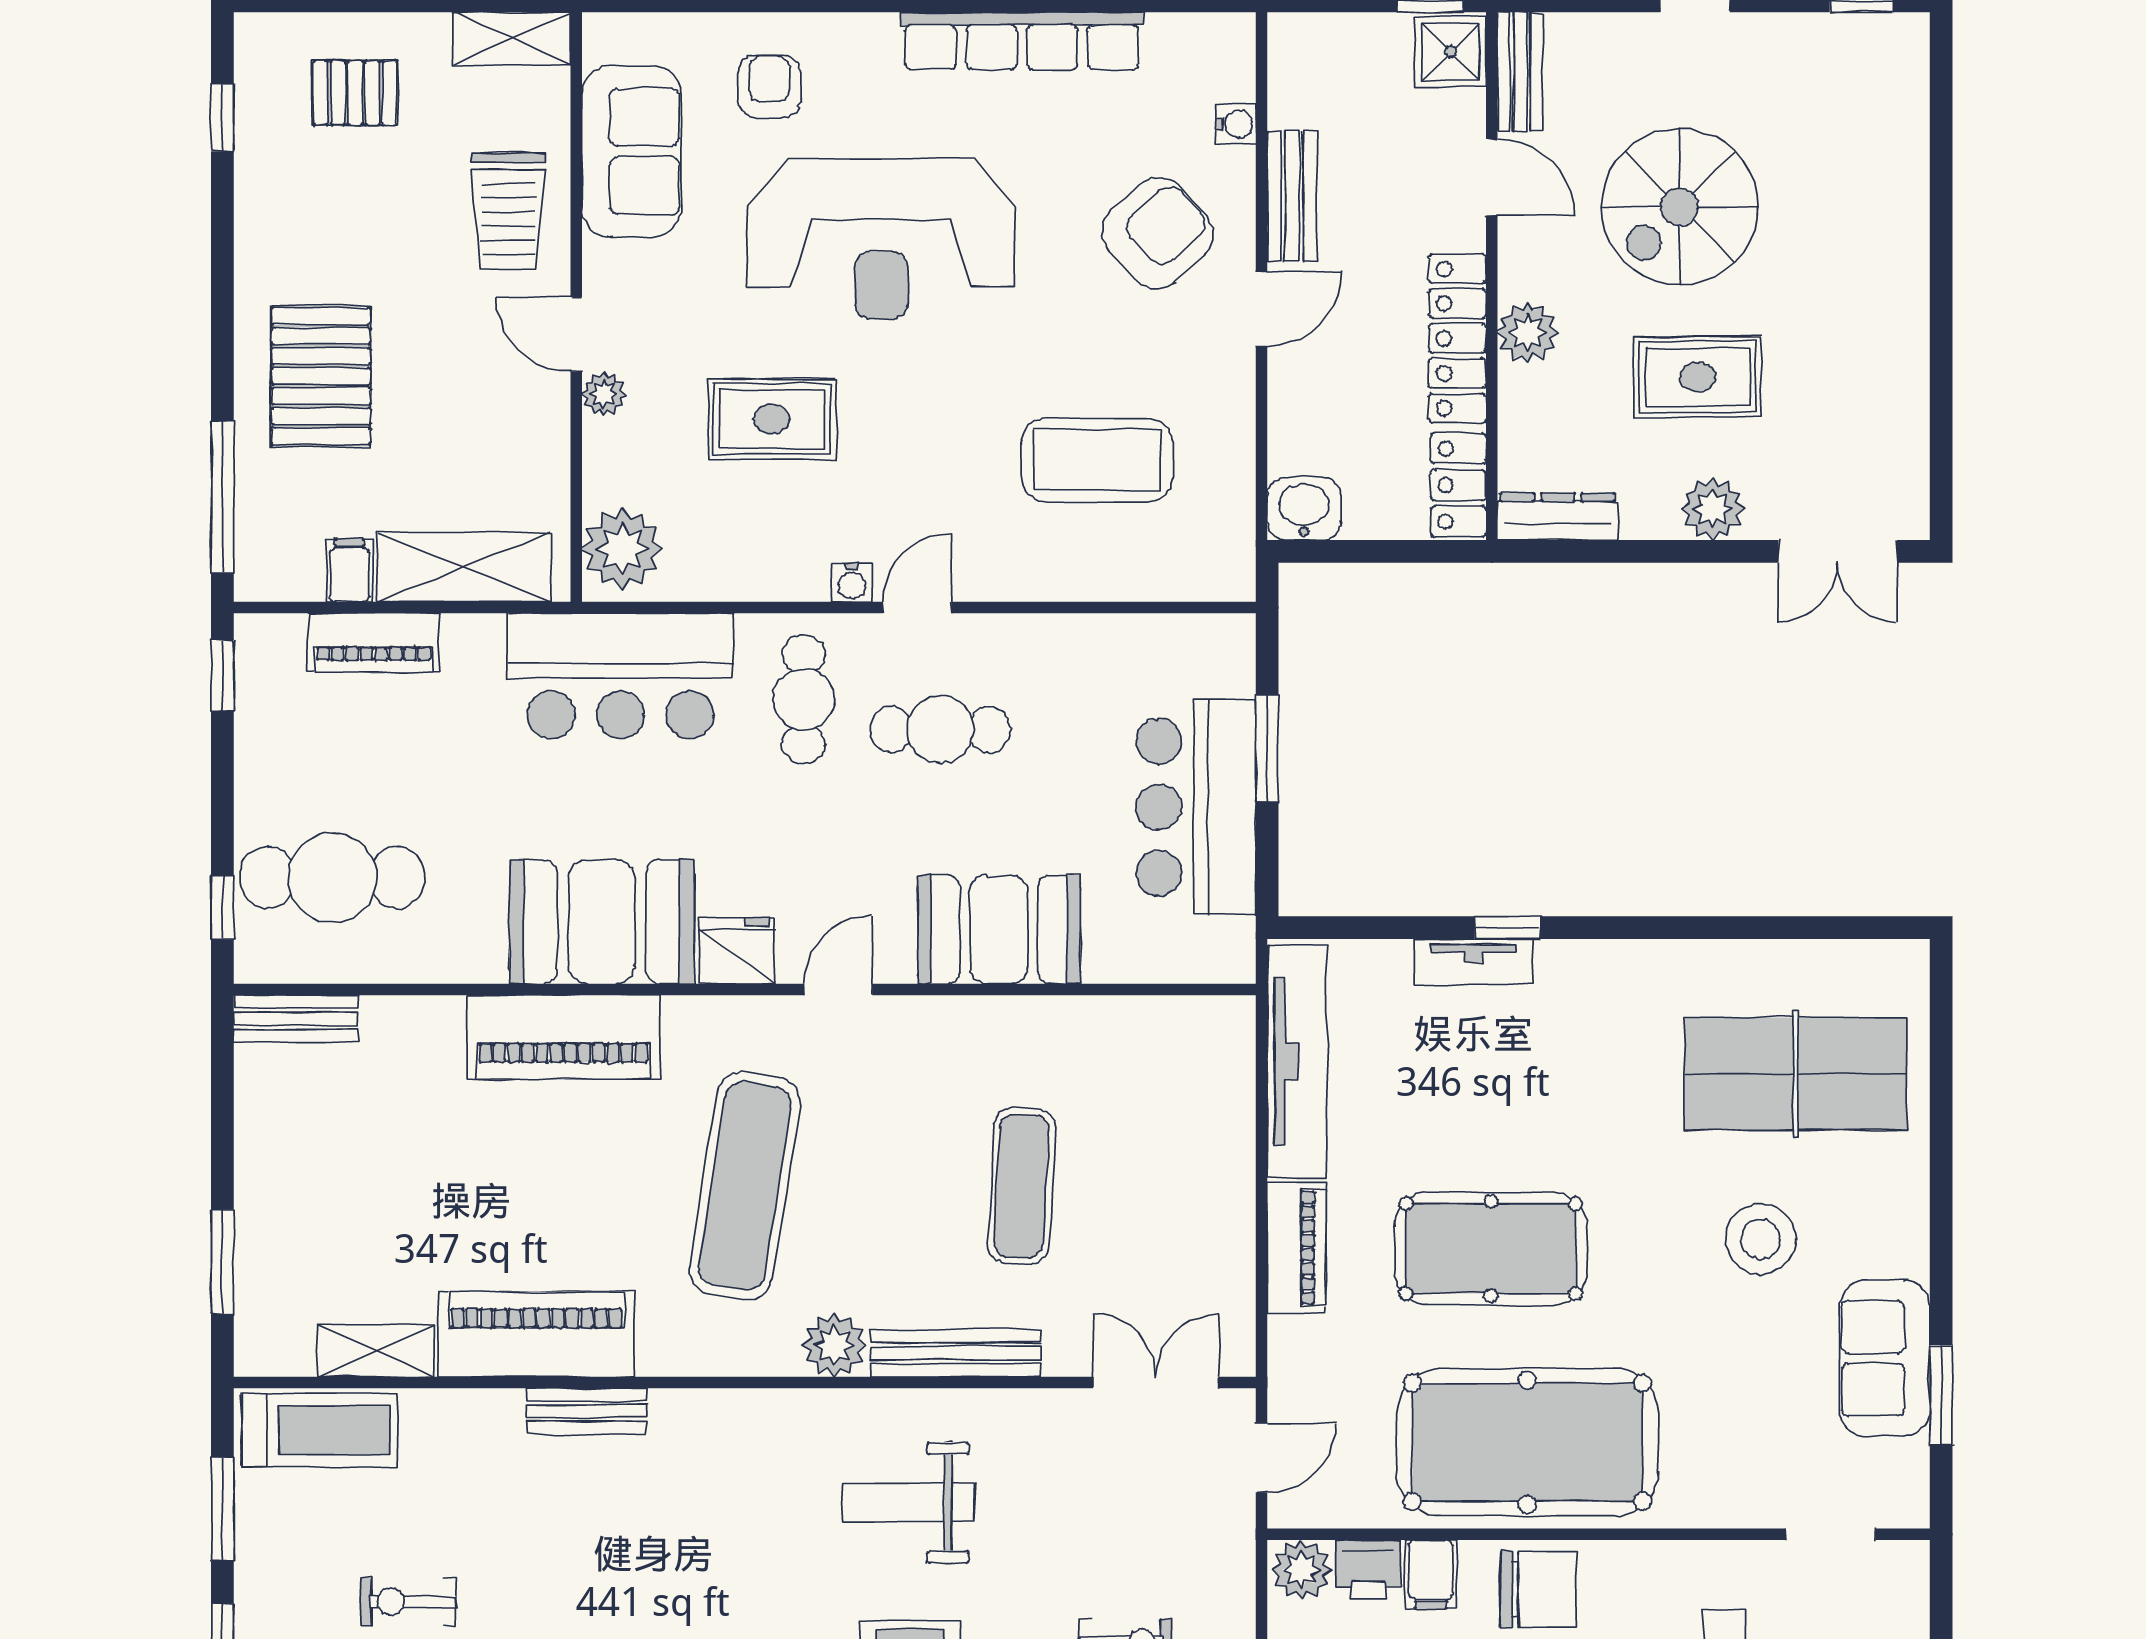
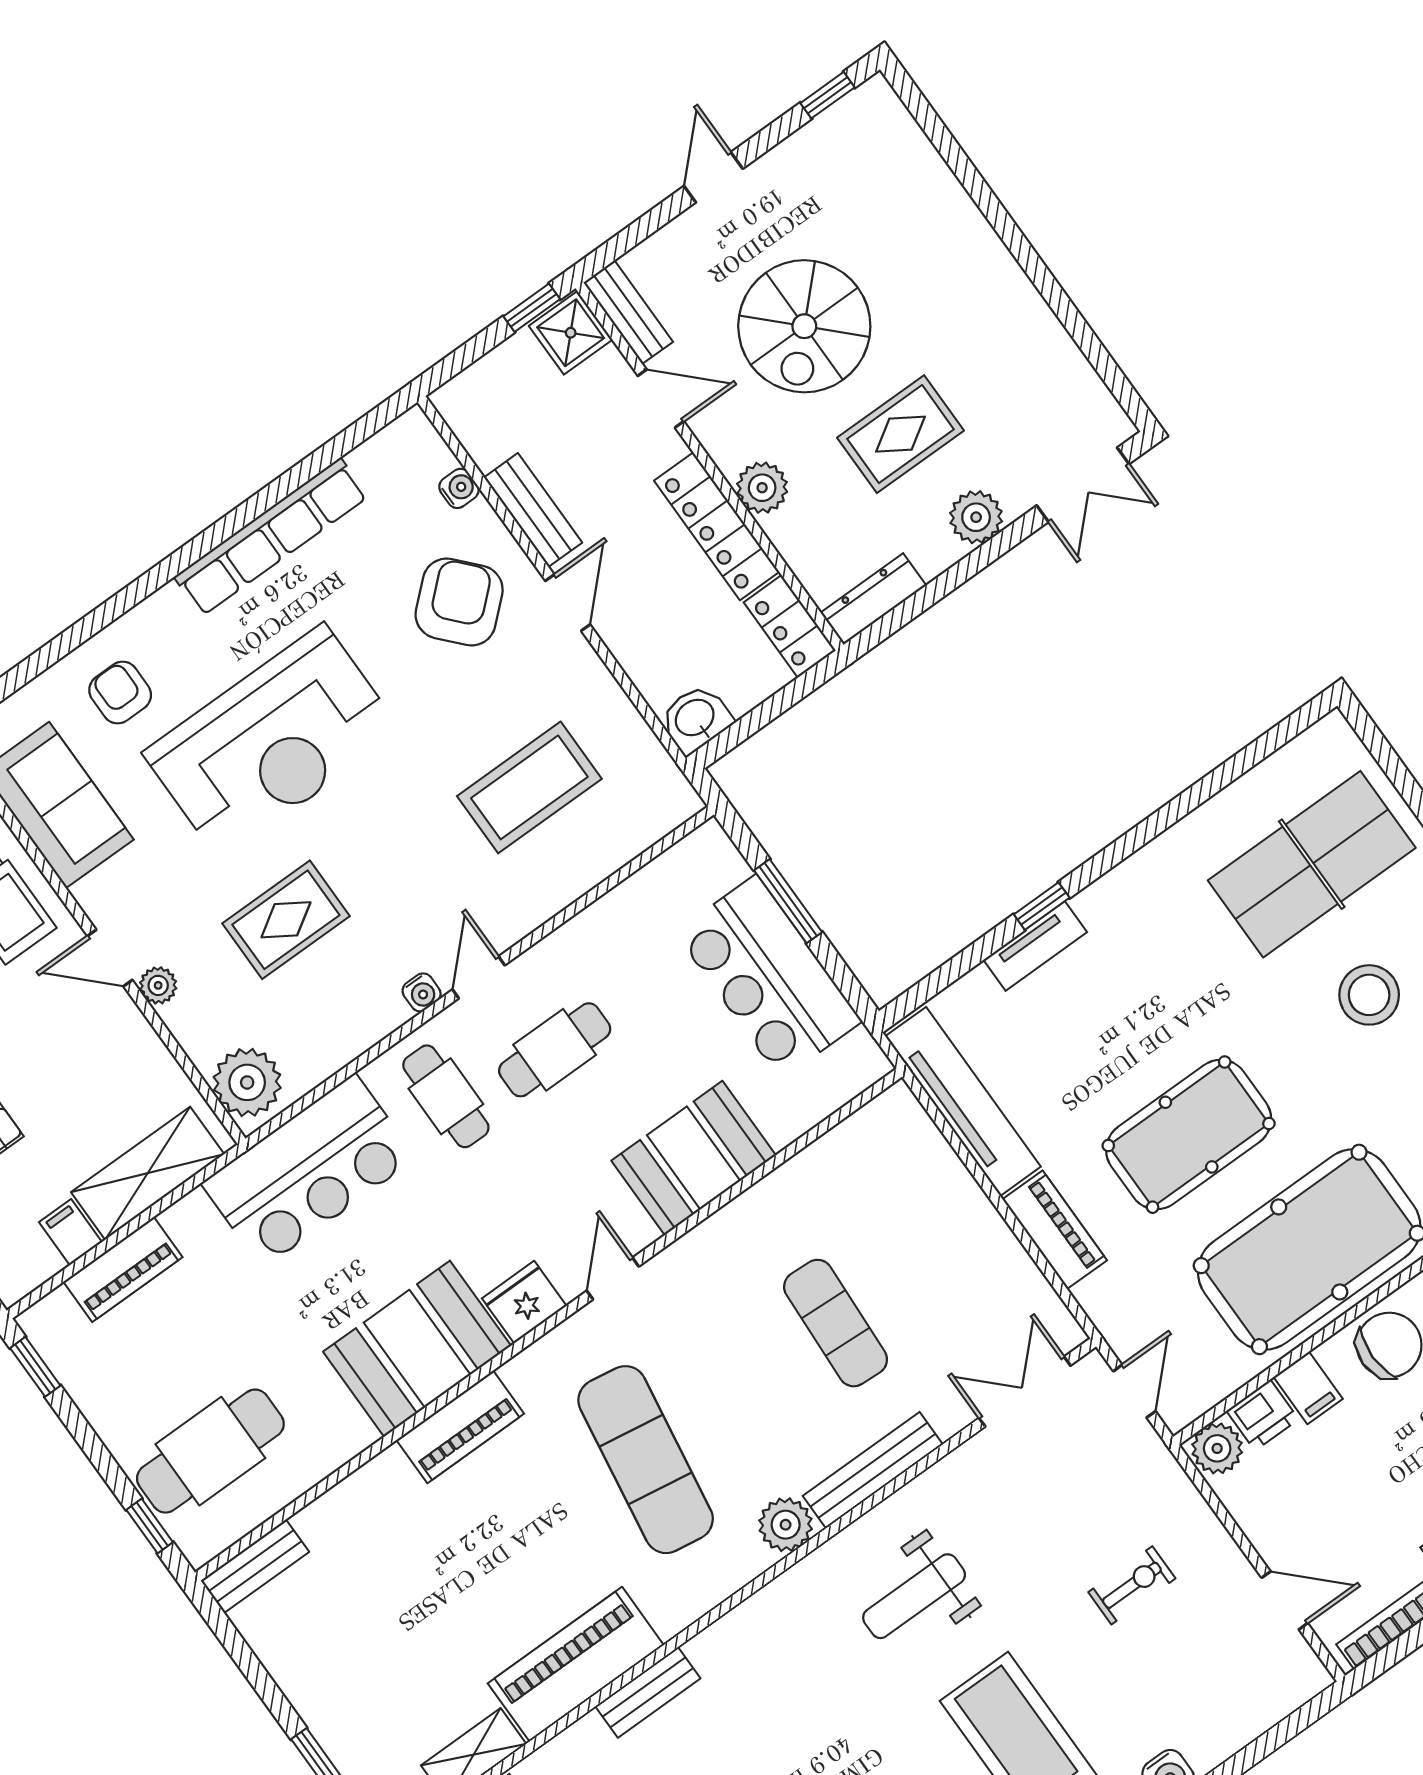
piano: (563, 1037) -> (460, 1427), width x0.73, depth x0.75

